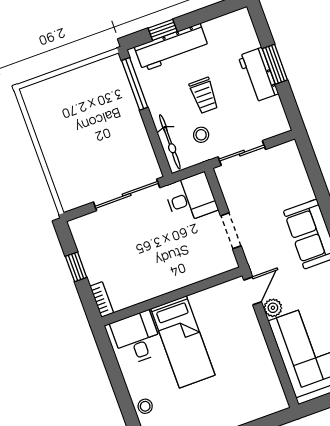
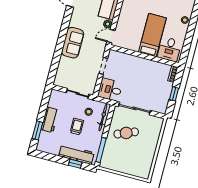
window: (275, 64) -> (37, 130), moved
cafe table: (112, 143) -> (126, 133), added

